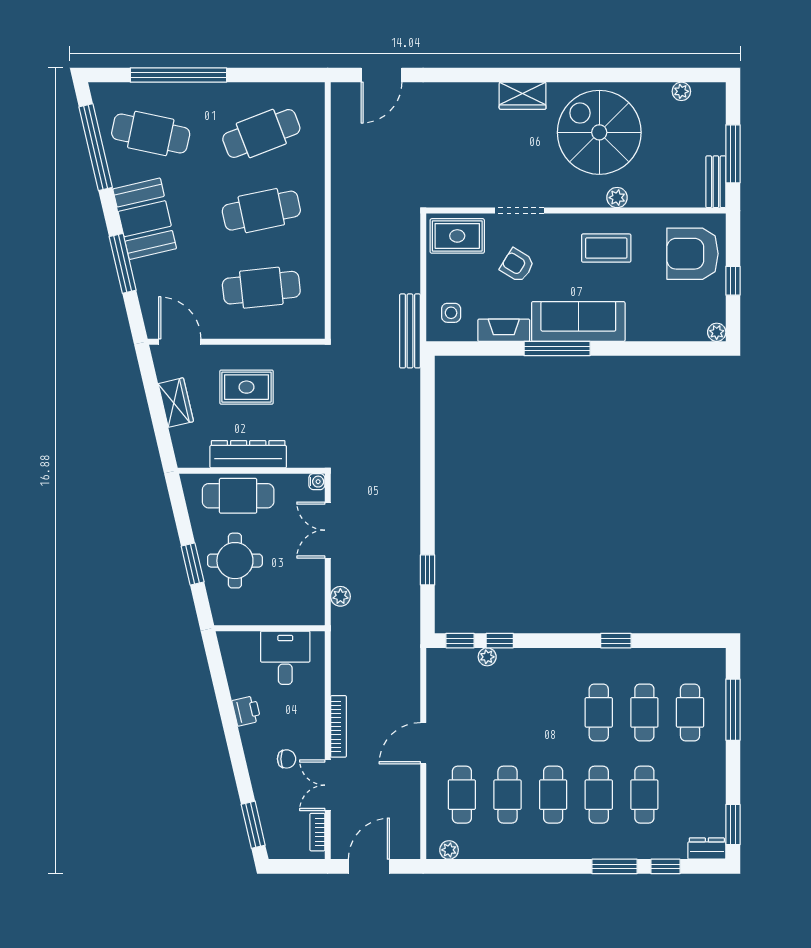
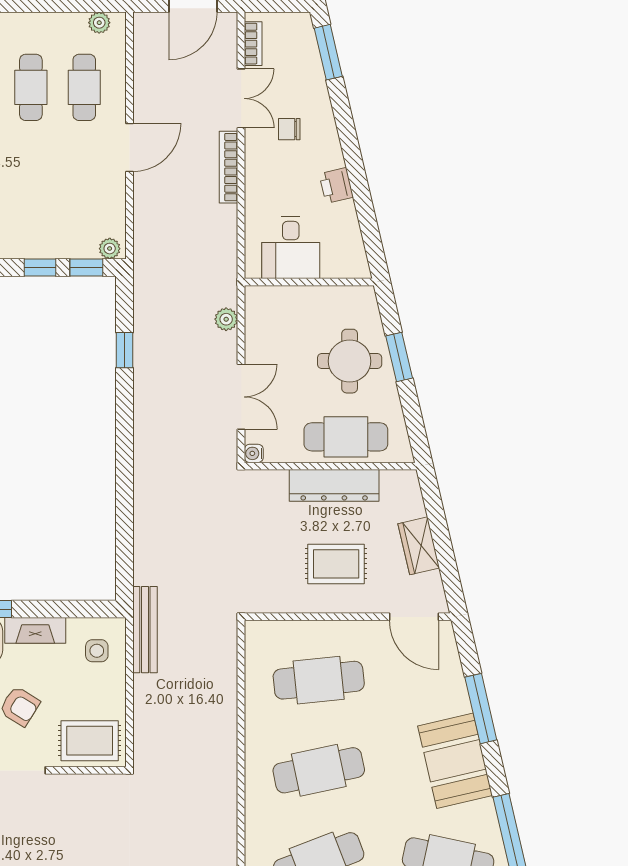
plant: (487, 657) -> (110, 249), moved

